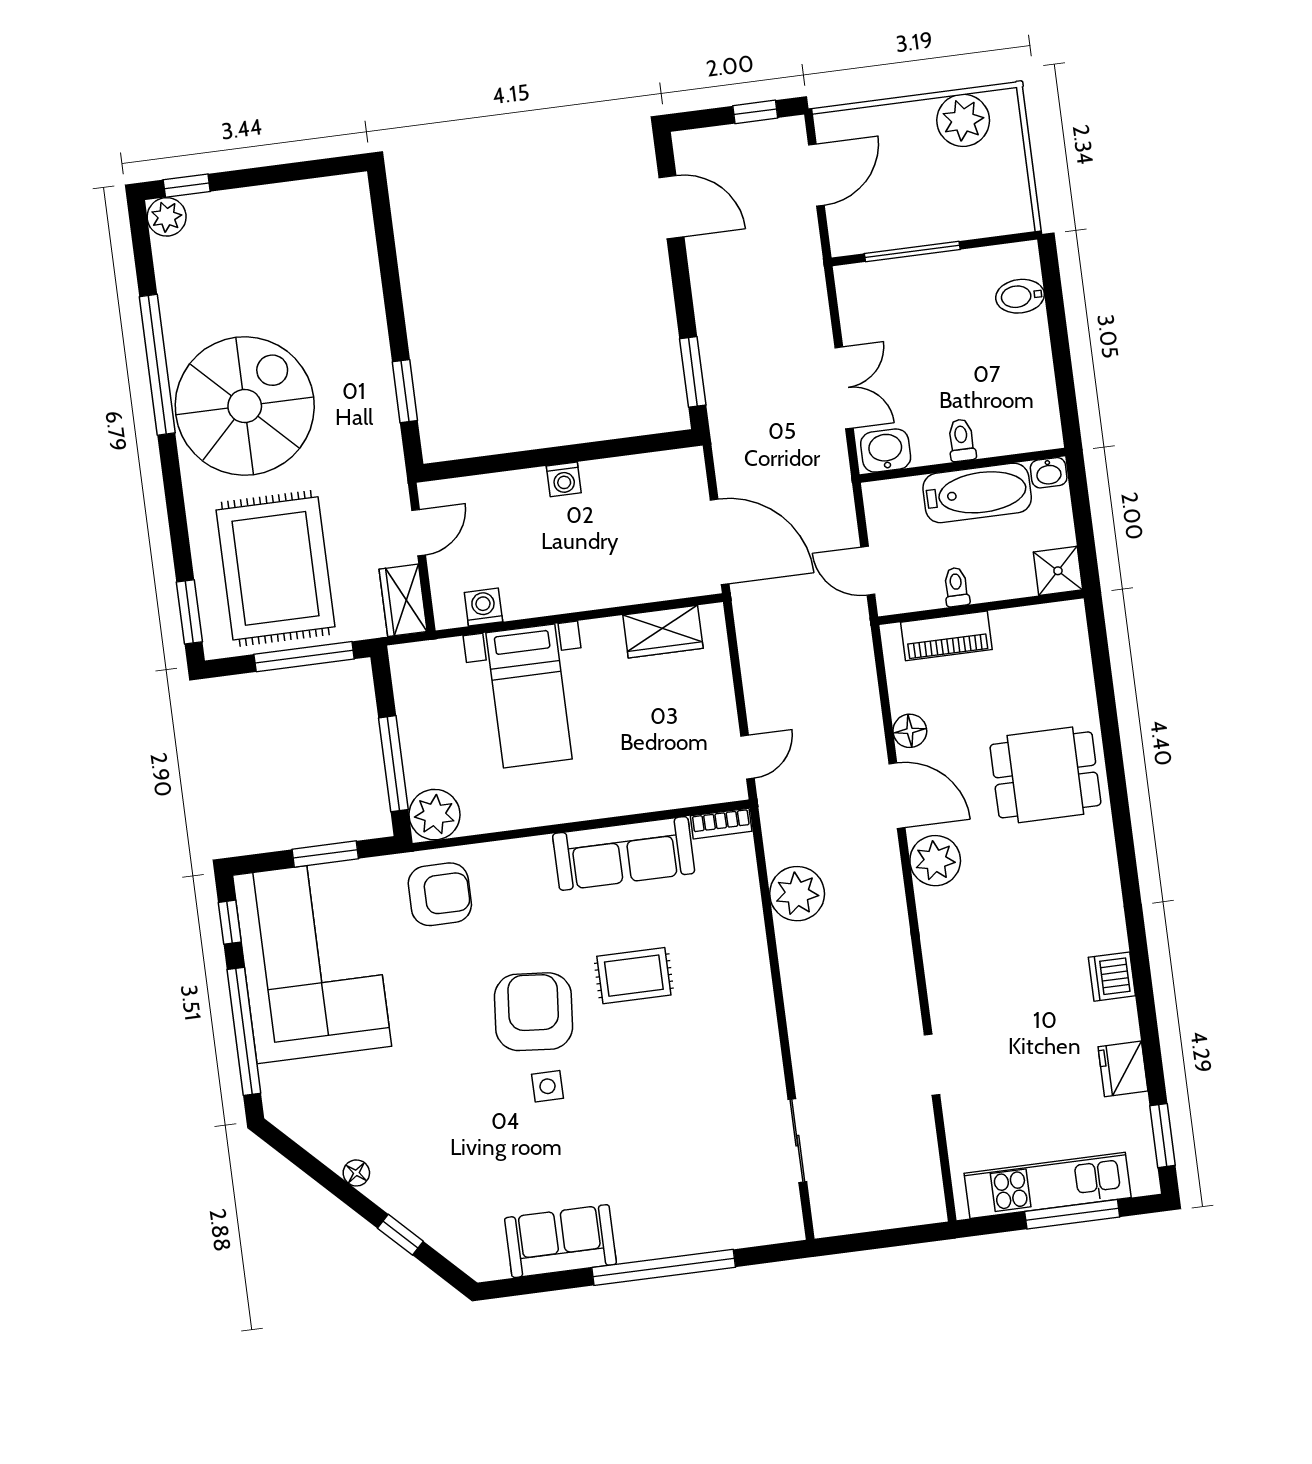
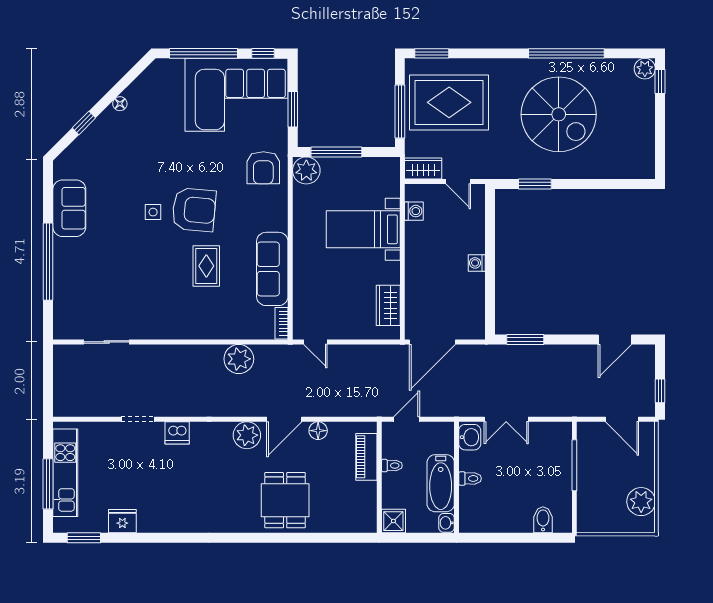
spiral stairs: (245, 406) -> (559, 114), moved
dishwasher: (1112, 977) -> (177, 433), moved, turned 180

